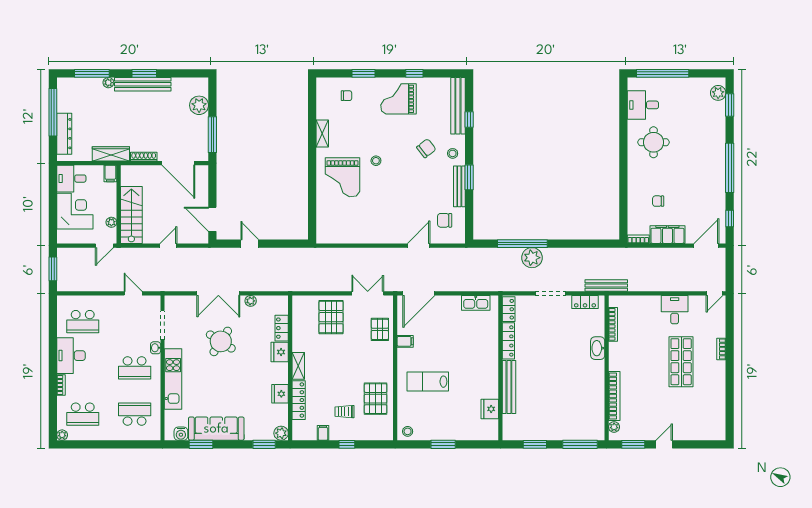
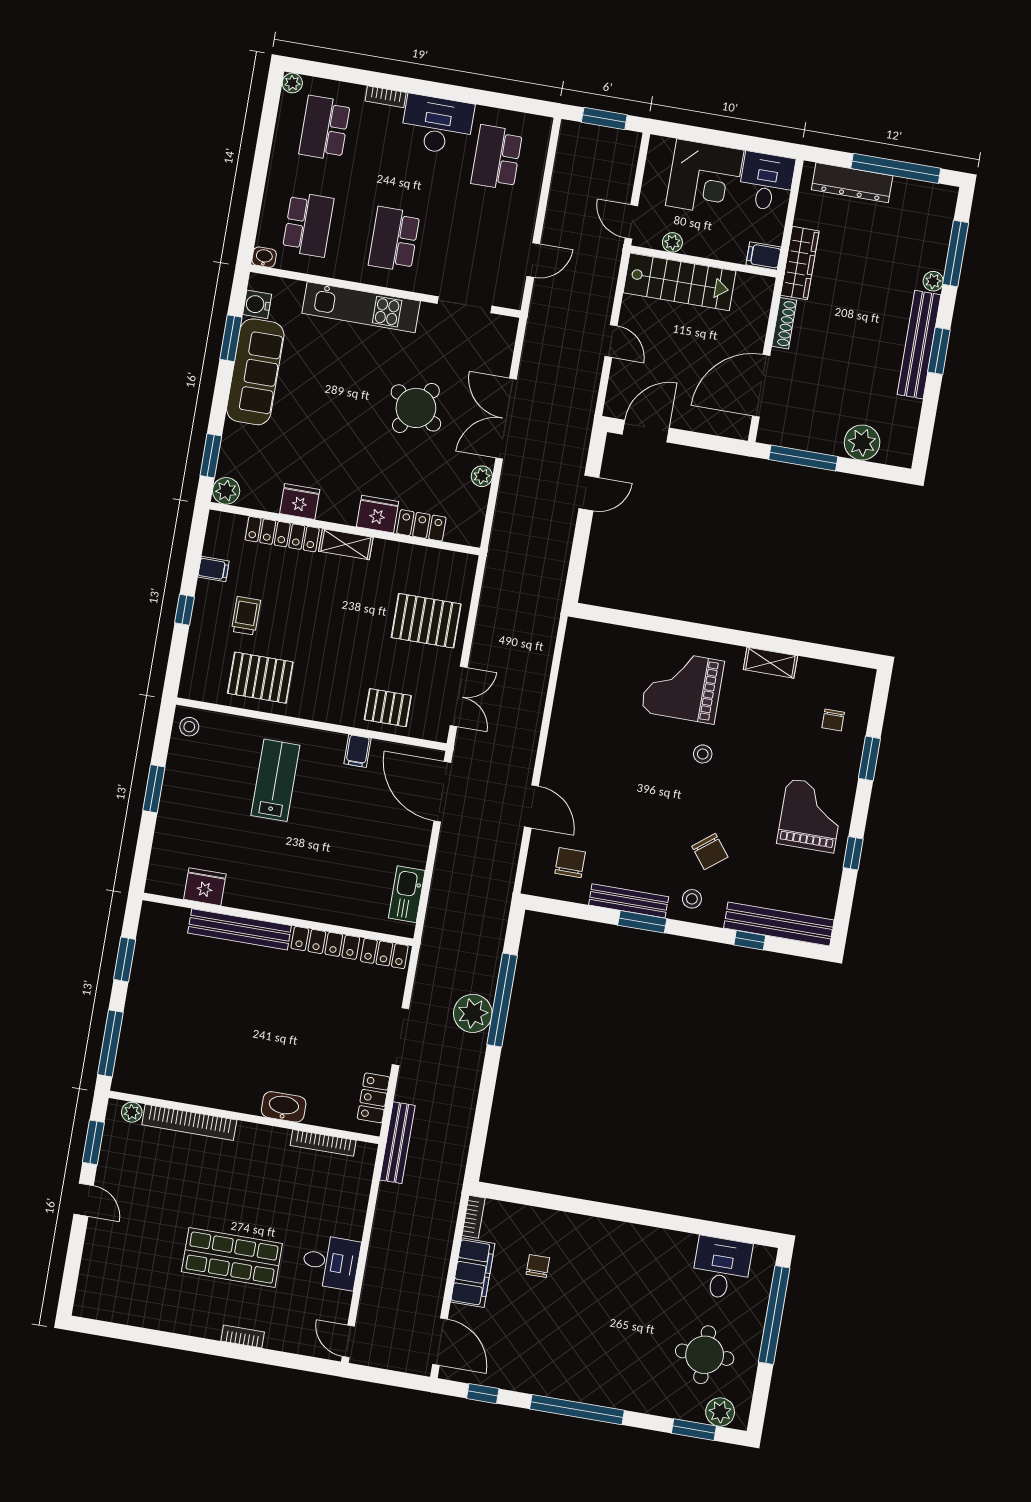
round table: (654, 142) -> (705, 1355), moved
washbasin: (156, 348) -> (264, 257), moved

